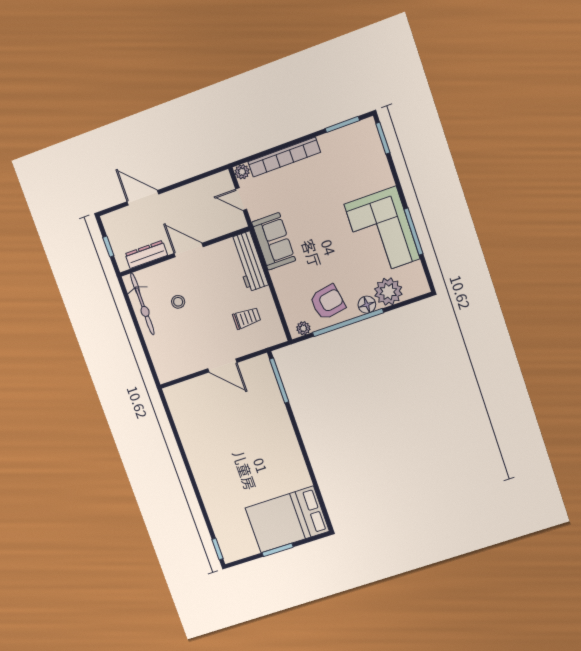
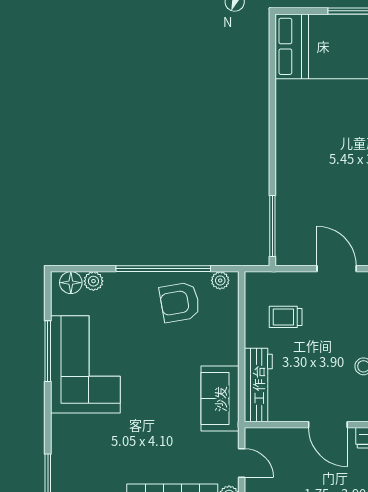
plant: (388, 292) -> (93, 281), width x0.53, depth x0.53
floor lamp: (367, 305) -> (71, 283), moved

